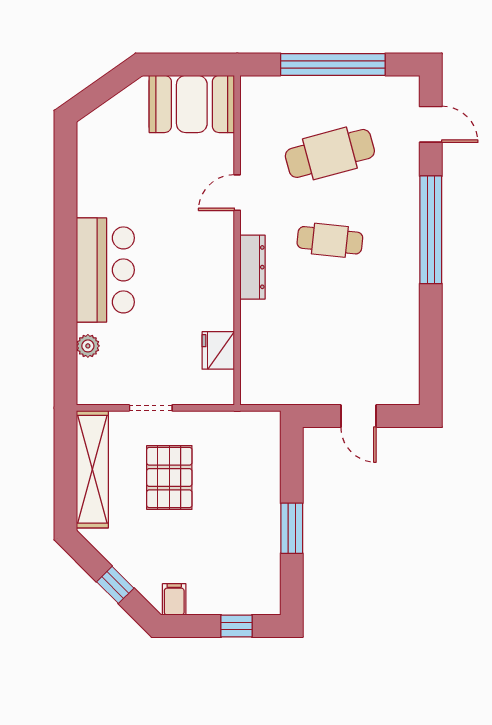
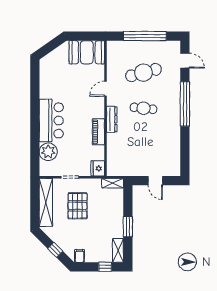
piano: (220, 297) -> (98, 132), added
plant: (88, 346) -> (48, 152), width x1.88, depth x1.88
fridge: (218, 350) -> (98, 168), moved
shelving: (255, 422) -> (113, 183), added
shelving: (268, 586) -> (118, 250), added

